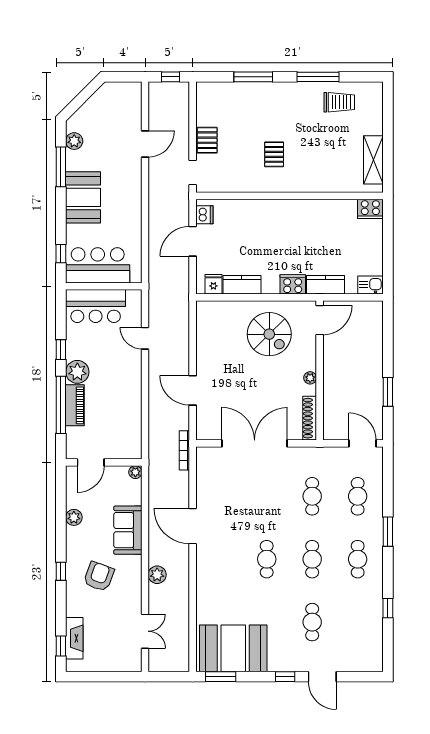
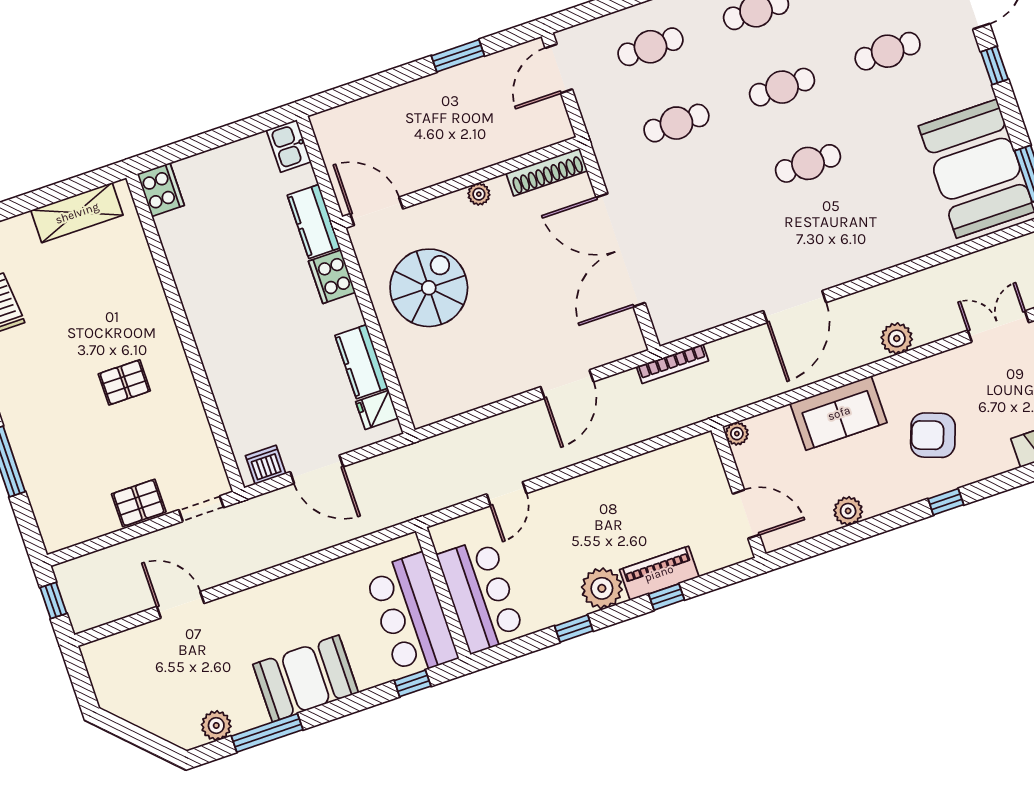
window: (61, 405) -> (667, 597), width x0.32

